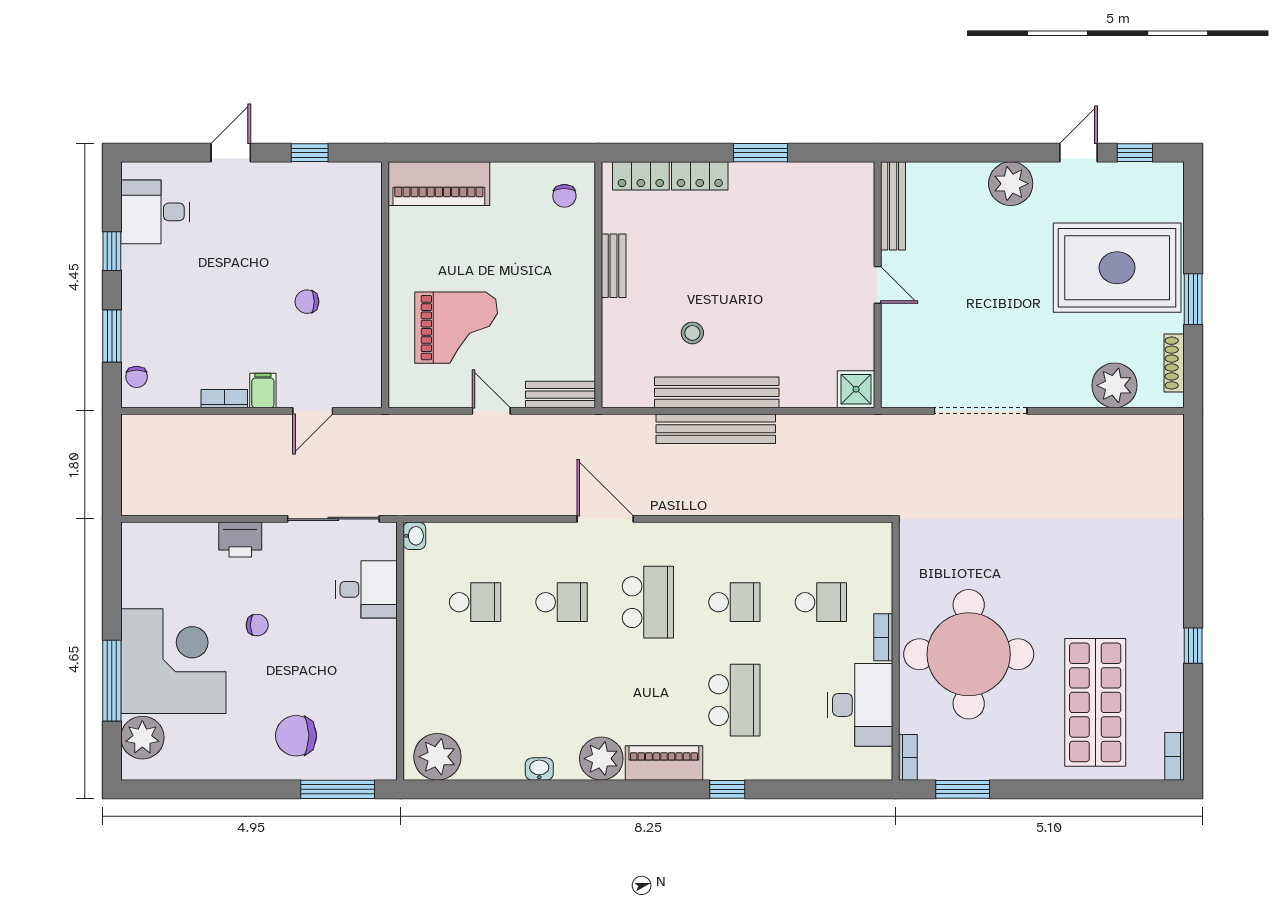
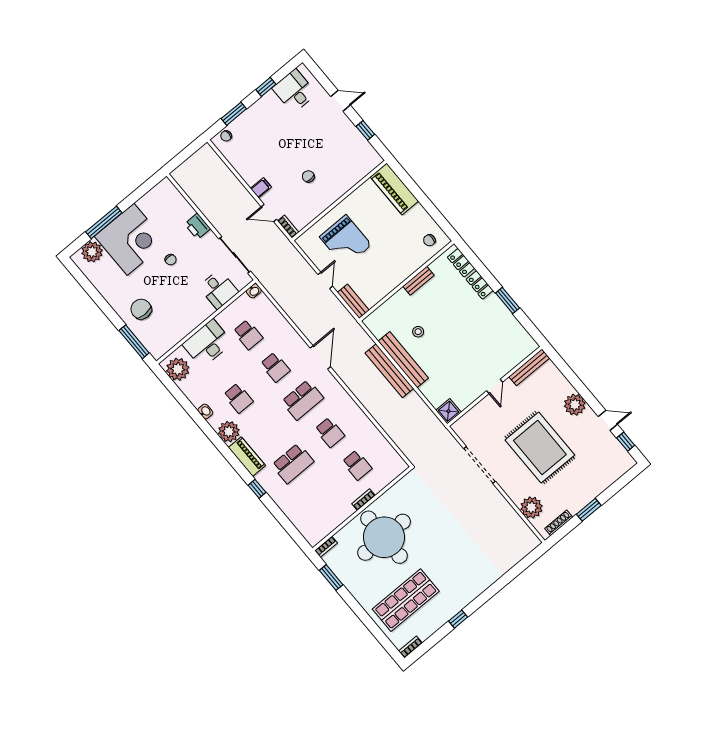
rug: (1117, 268) -> (540, 448), moved
bookcase: (224, 399) -> (288, 227), moved
school desk: (561, 700) -> (238, 398), added
desk: (860, 705) -> (207, 343), moved, turned 180

